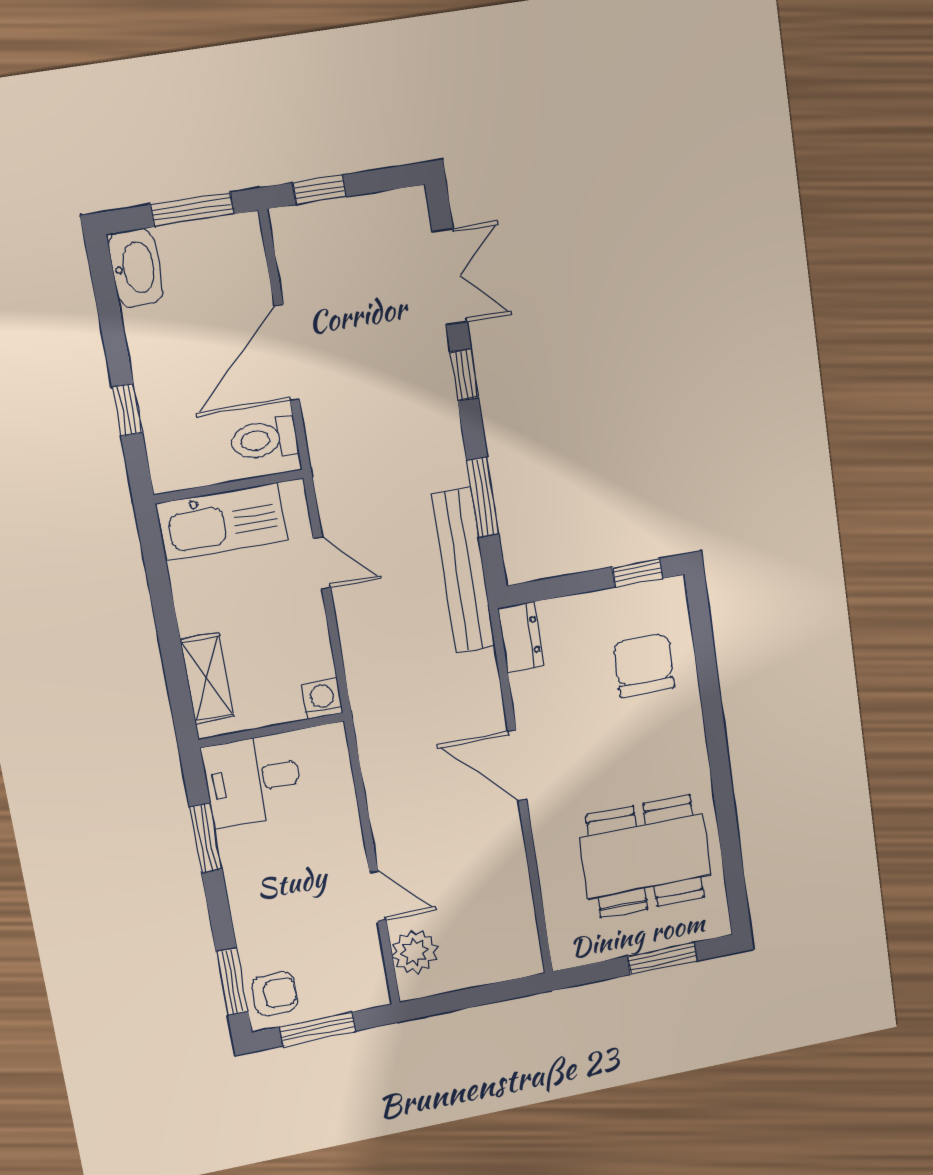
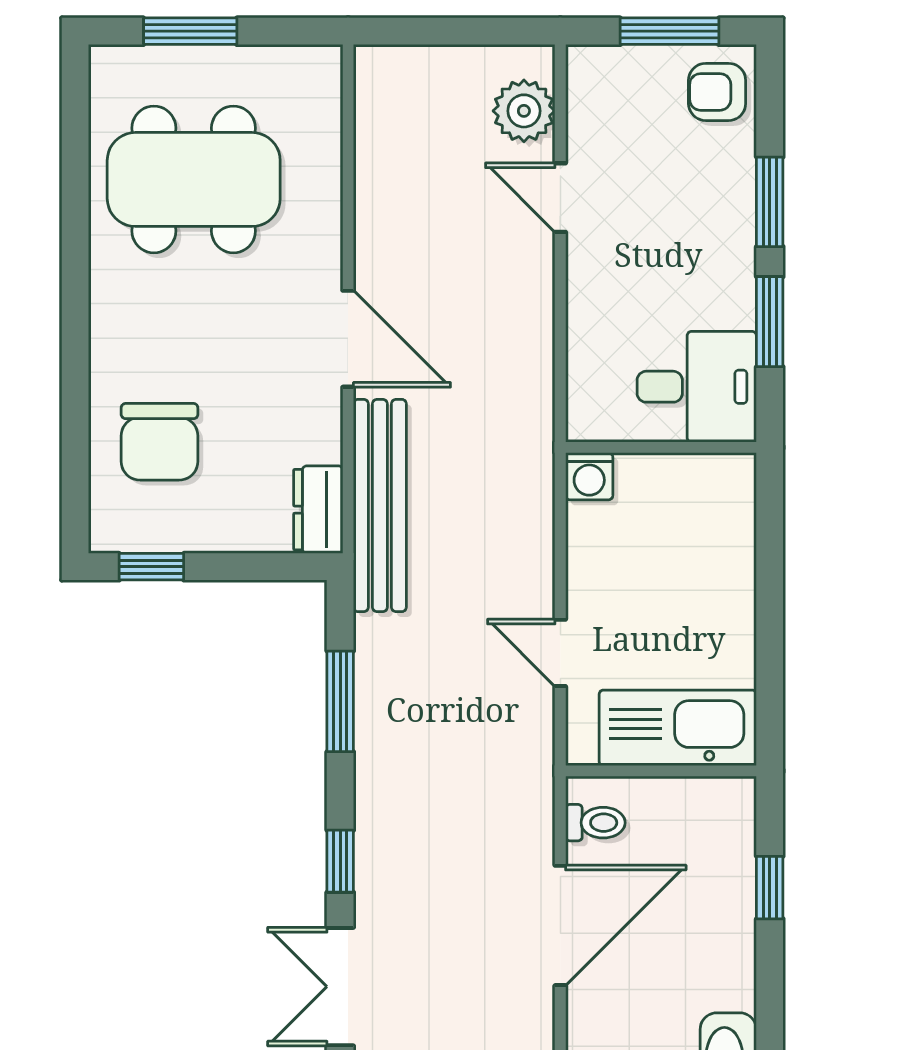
toilet: (264, 439) -> (595, 823), width x0.73, depth x0.72
bench: (464, 571) -> (380, 505), moved
shelving: (207, 678) -> (731, 531), removed
window: (232, 982) -> (770, 202), moved

